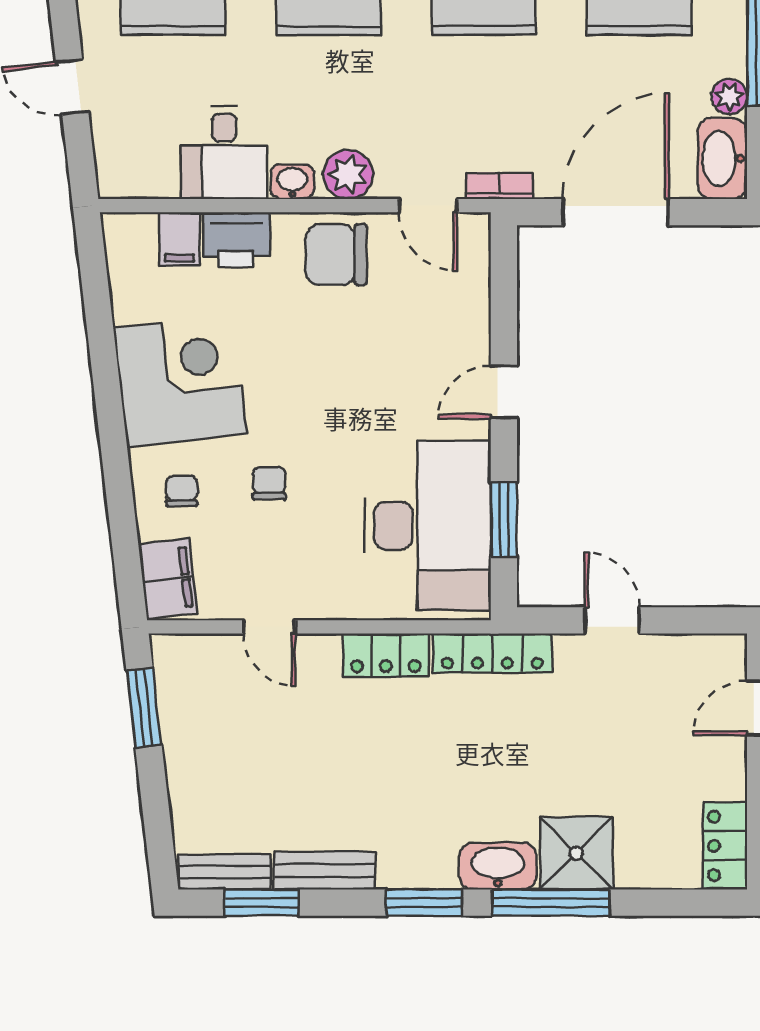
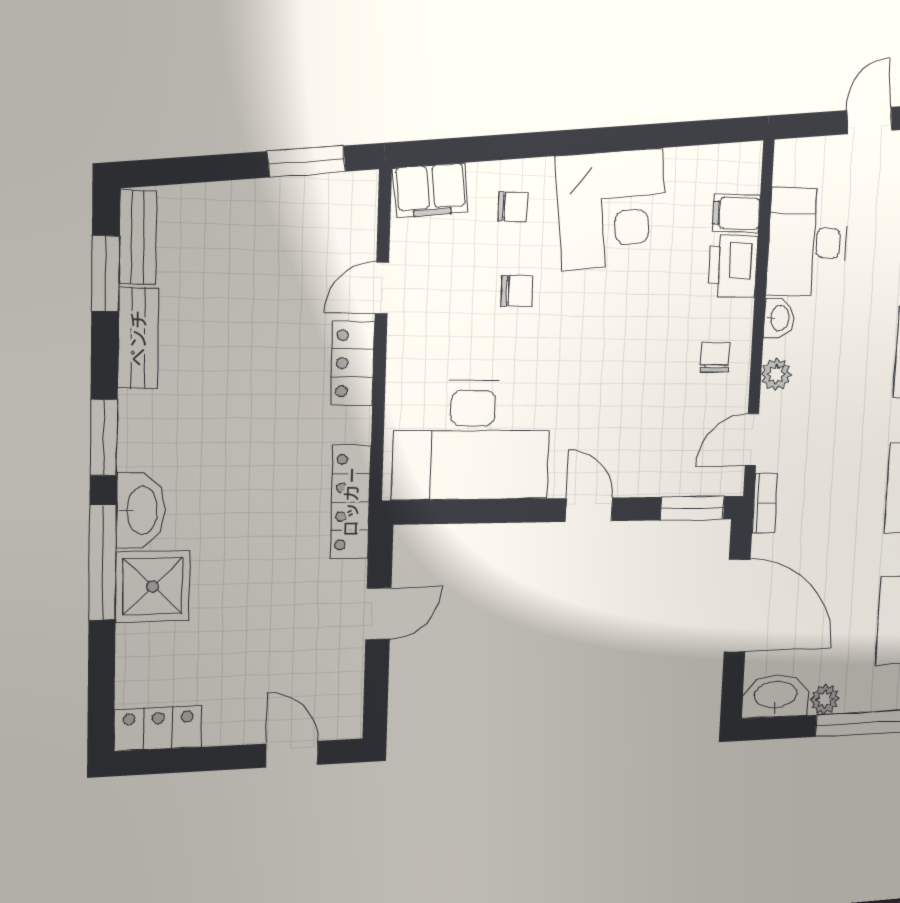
desk: (224, 153) -> (807, 242), width x1.37
plant: (348, 174) -> (776, 374), width x0.73, depth x0.73
chair: (336, 255) -> (715, 357), width x0.54, depth x0.54
window: (504, 519) -> (692, 508), moved
locker: (386, 655) -> (353, 363), moved

